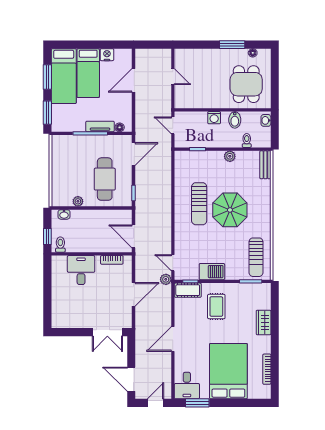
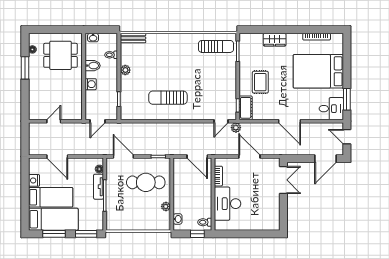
sun lounger: (199, 204) -> (168, 98), turned 180
parasol: (230, 210) -> (174, 70), removed
door: (134, 236) -> (197, 157), hinge flipped
desk: (81, 270) -> (228, 204), width x1.37
barbecue: (212, 272) -> (229, 86), removed
rug: (216, 307) -> (260, 82), turned 90

